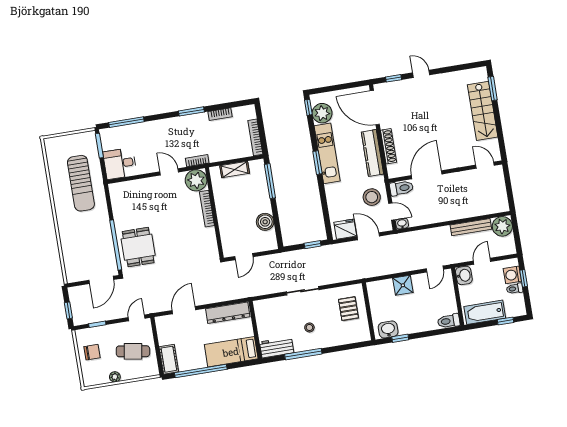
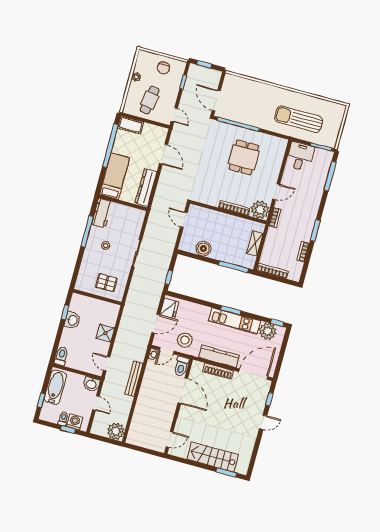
bench: (471, 227) -> (134, 379), moved
dining table: (138, 247) -> (244, 157), moved, turned 90
washbasin: (388, 330) -> (72, 320), moved

